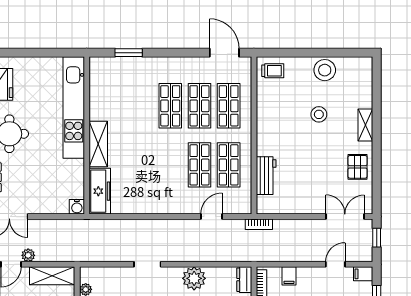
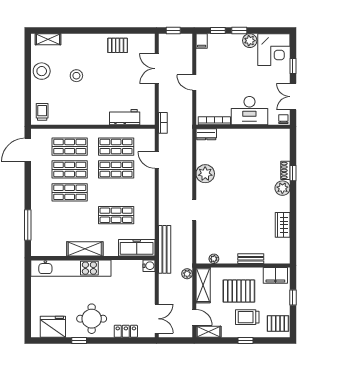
window: (129, 53) -> (28, 225), width x1.44
shelving: (365, 125) -> (48, 39), moved
shelving: (98, 144) -> (85, 249), moved
shop shelf: (141, 165) -> (116, 215), added
double door: (345, 217) -> (157, 69), moved
bench: (98, 227) -> (165, 249), added
plant: (28, 255) -> (187, 274), moved
door: (335, 264) -> (194, 82), moved
filing cabinet: (289, 276) -> (203, 99), removed

